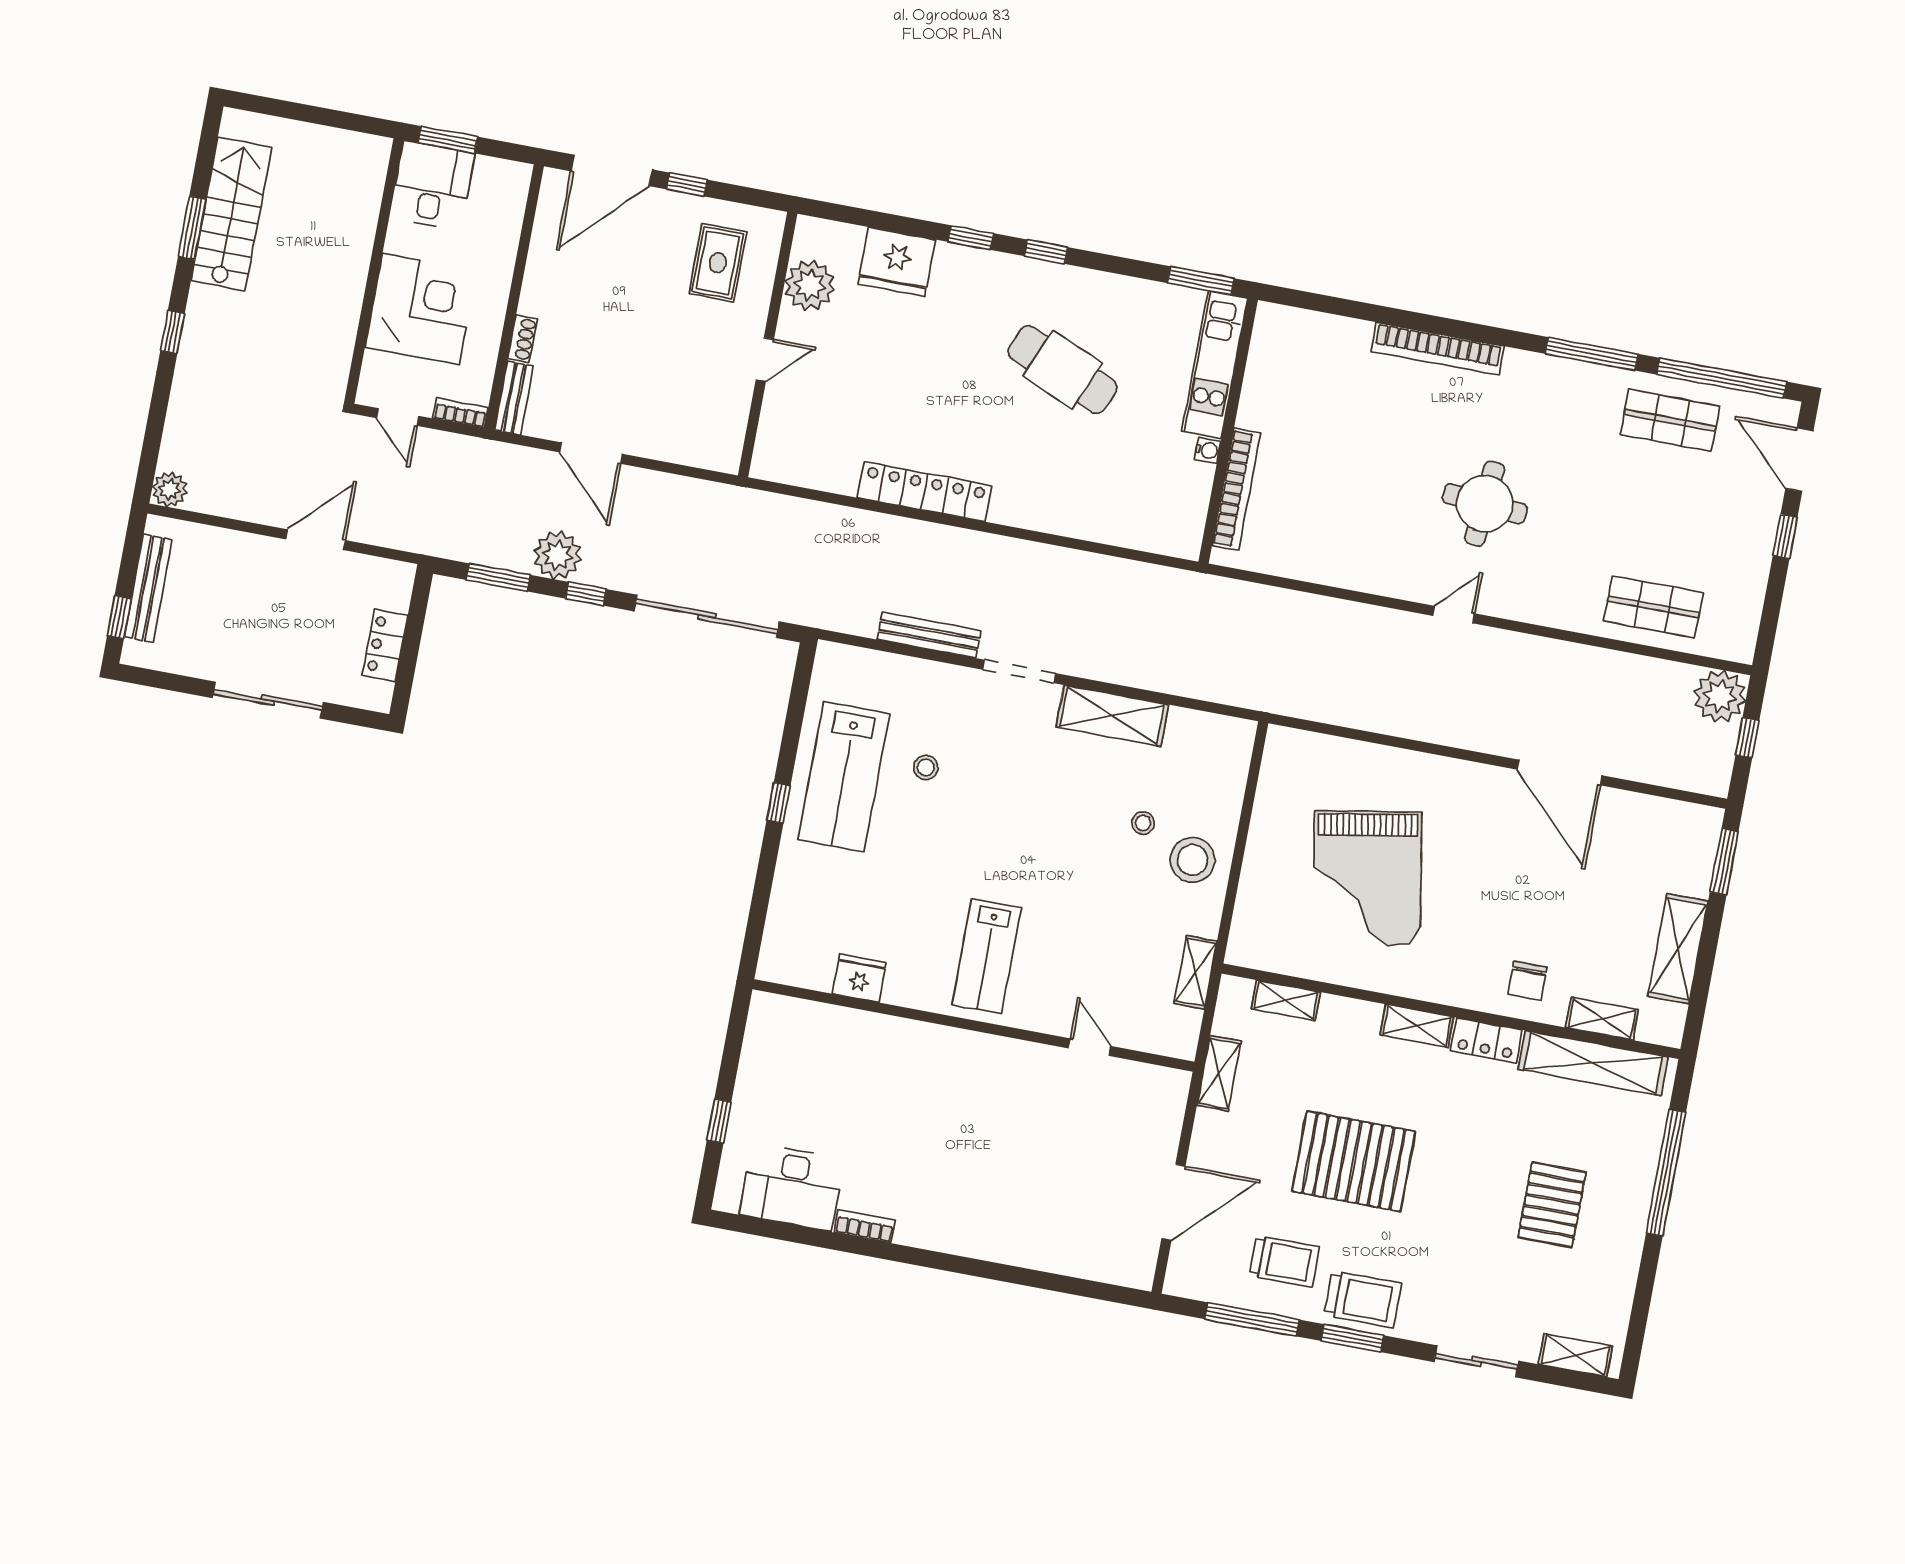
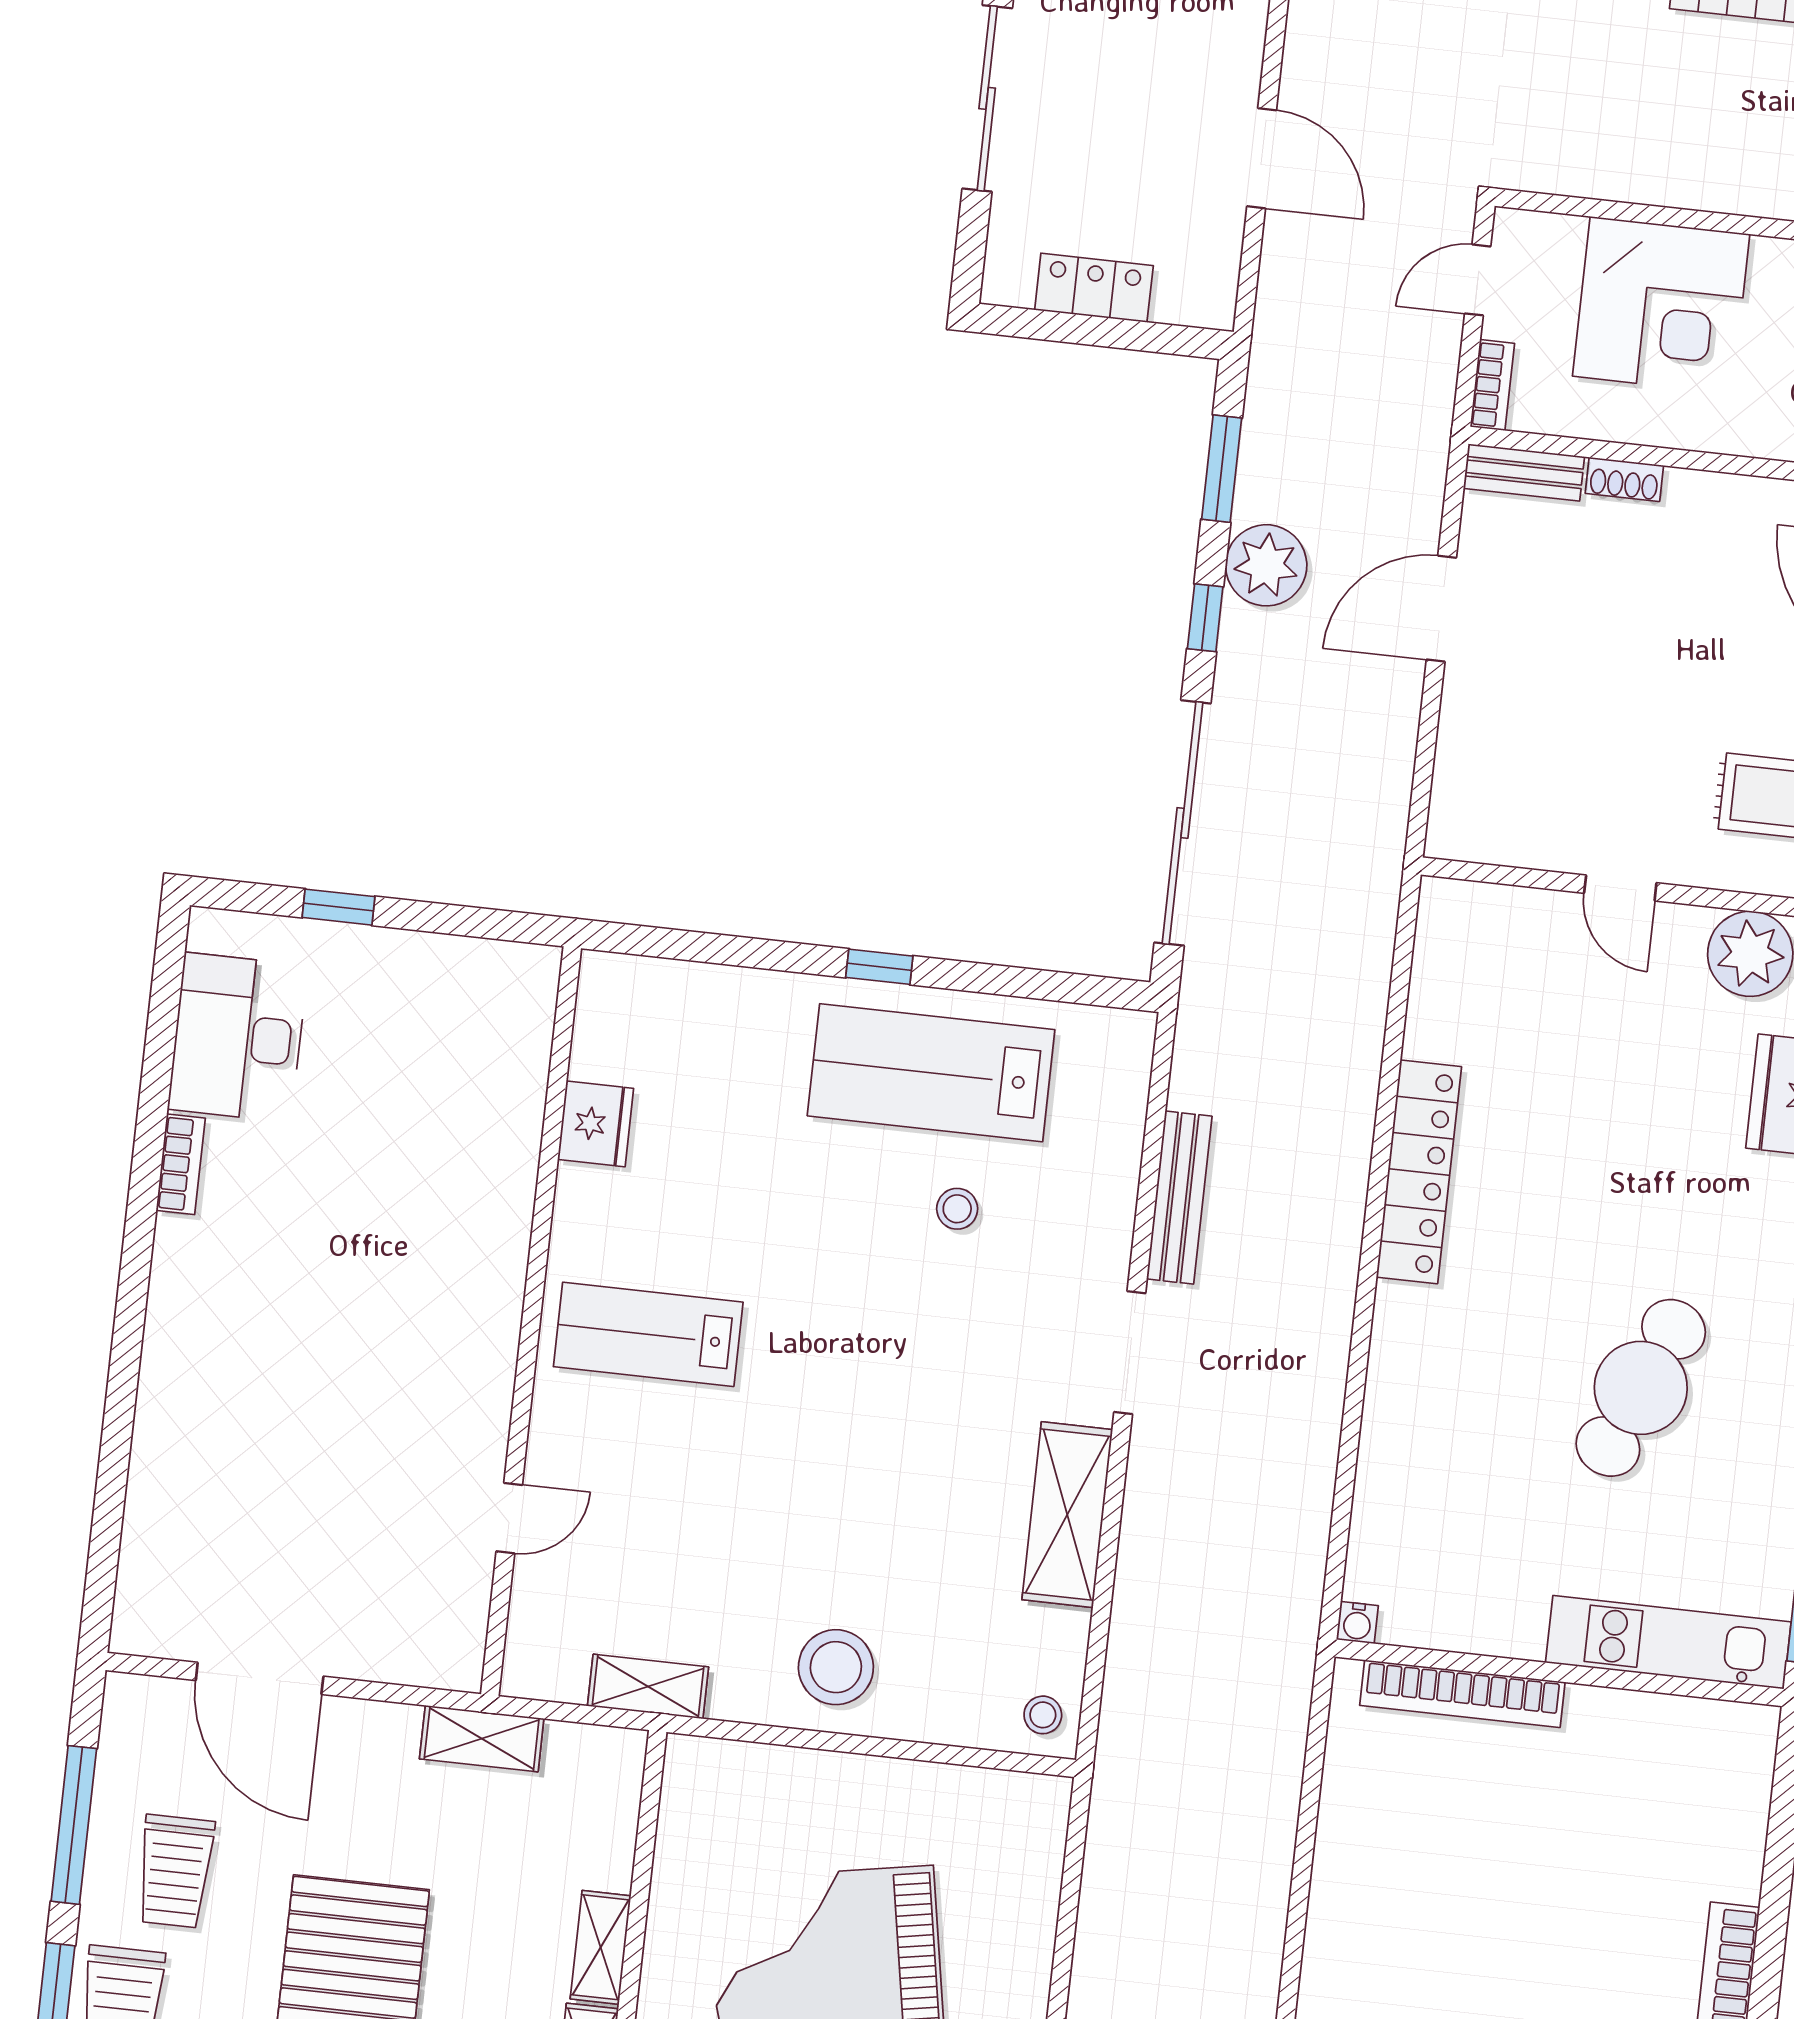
water cooler: (1208, 450) -> (1357, 1623), moved
stool: (1143, 823) -> (1043, 1715), moved
shelving: (1286, 1000) -> (601, 1947), moved

